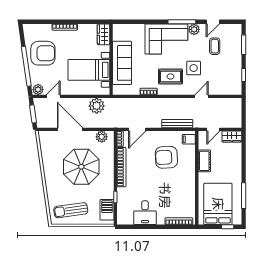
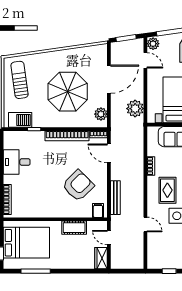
armchair: (166, 157) -> (78, 186), turned 48

